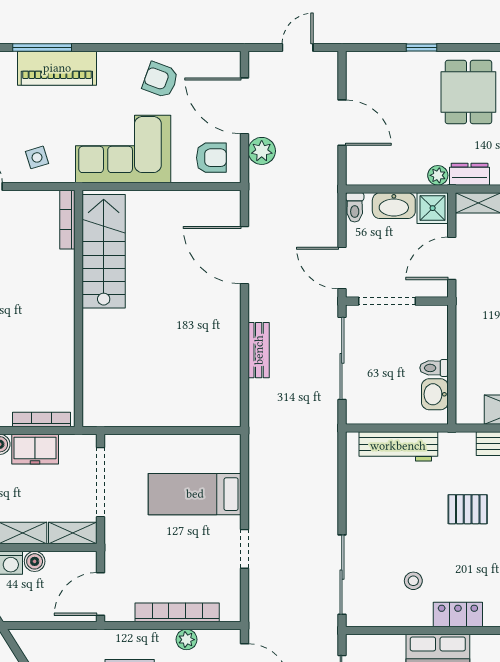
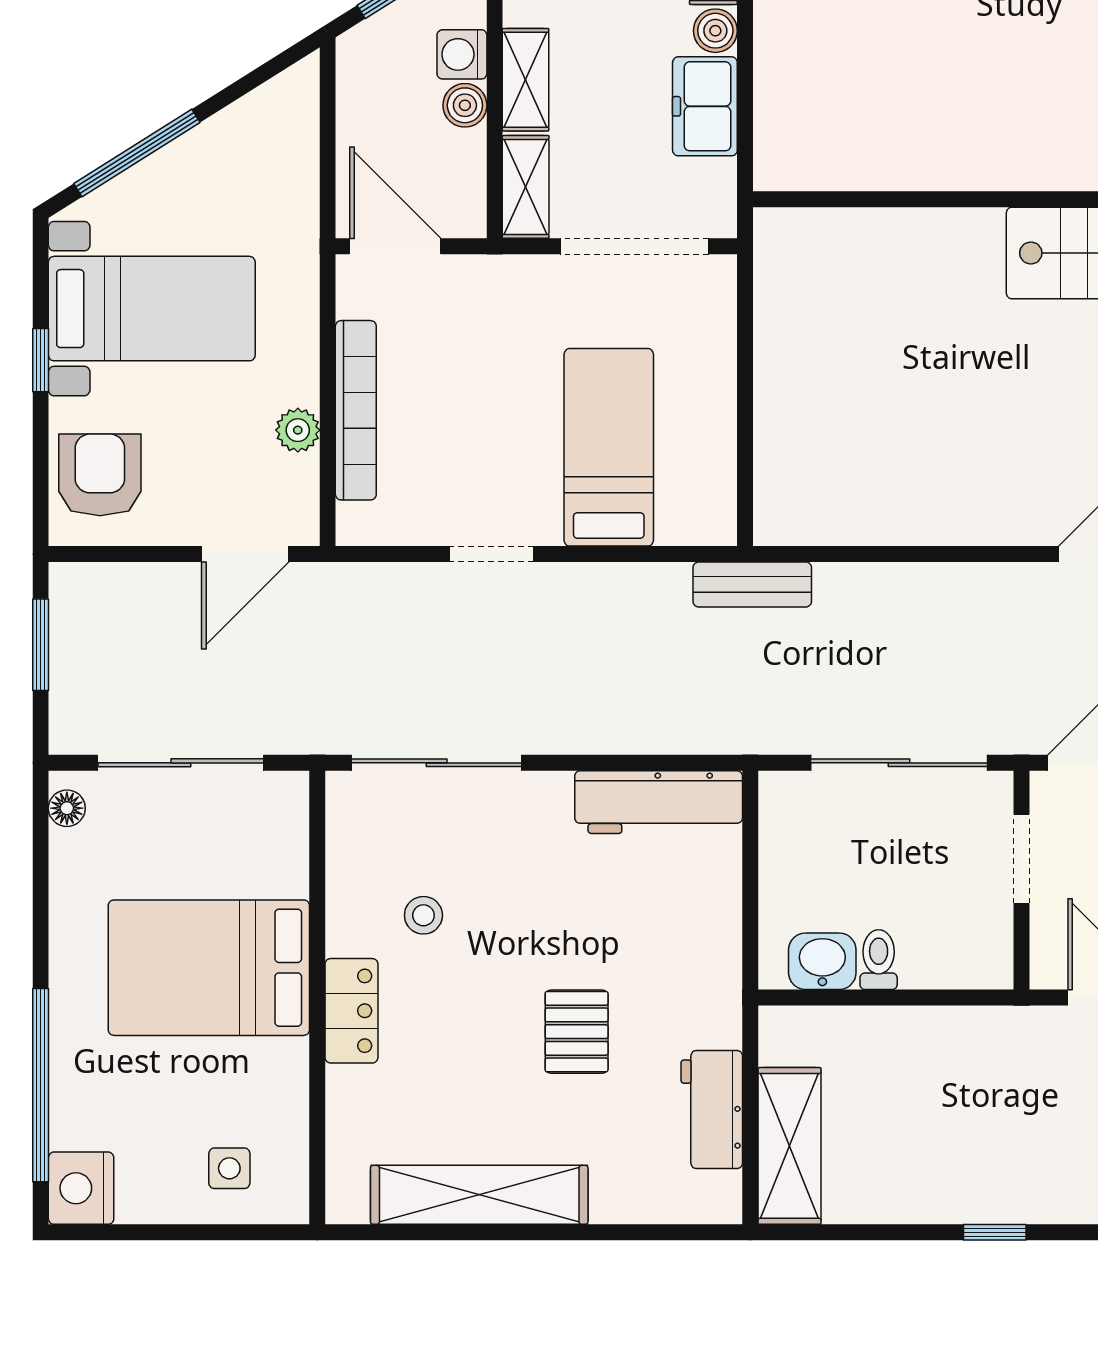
doorway: (387, 301) -> (1022, 859), width x0.73
bench: (259, 350) -> (752, 584), moved
bookcase: (42, 419) -> (769, 120), removed
workbench: (398, 446) -> (659, 802), moved, turned -90

